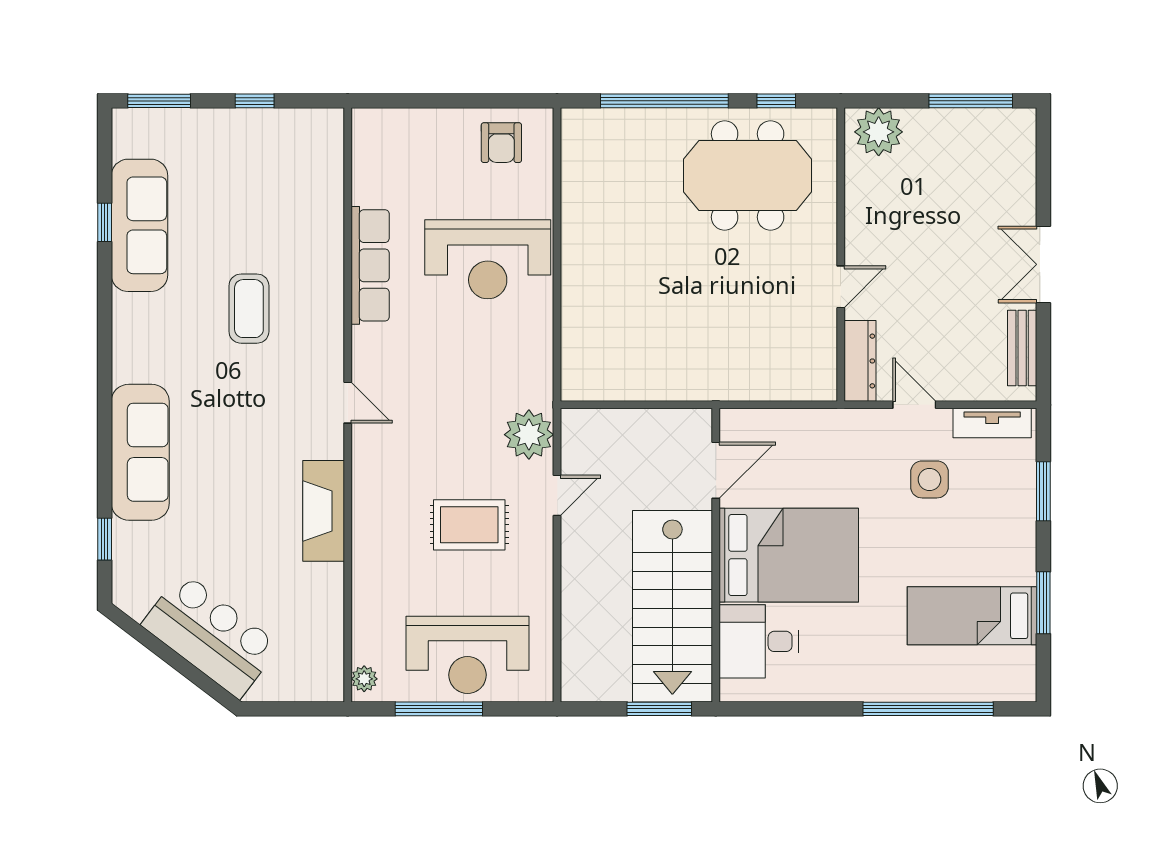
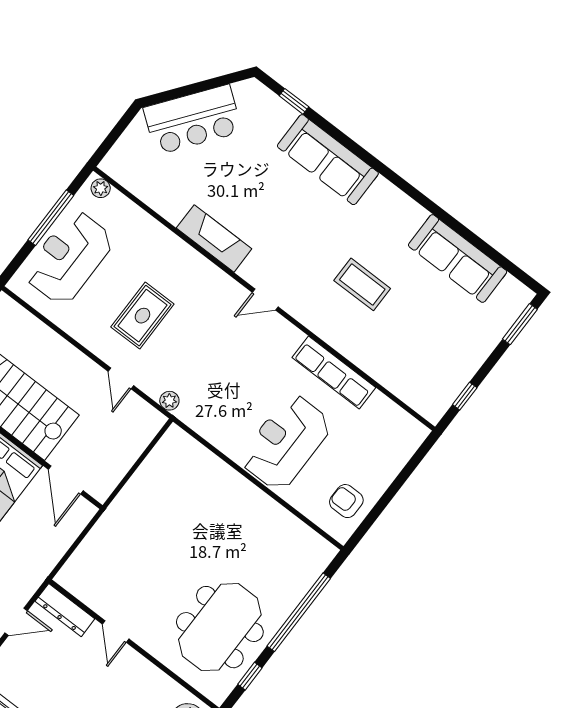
window: (255, 101) -> (465, 396), moved
window: (105, 222) -> (475, 240), removed
plant: (529, 435) -> (169, 401), width x0.53, depth x0.53

